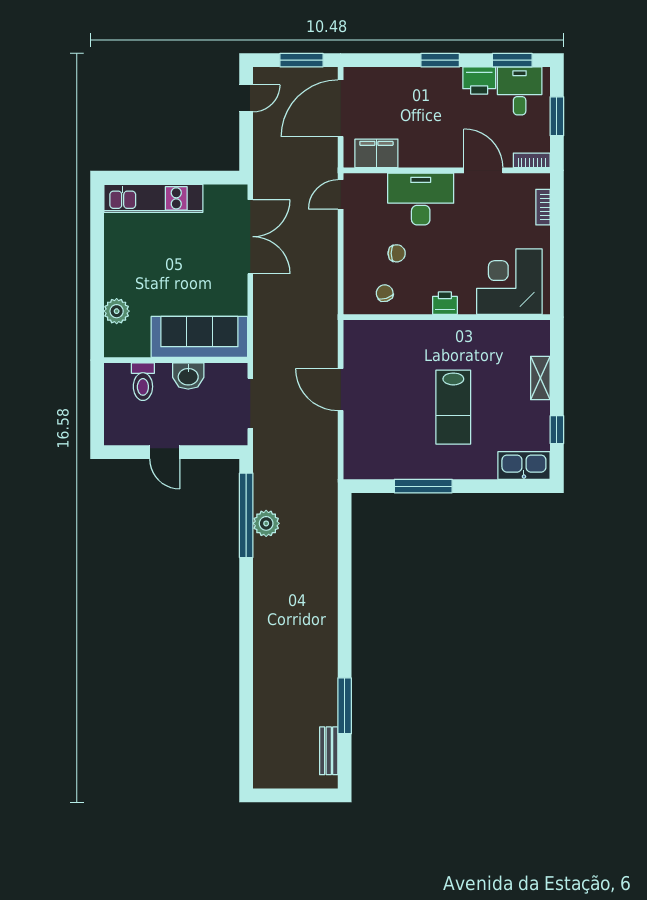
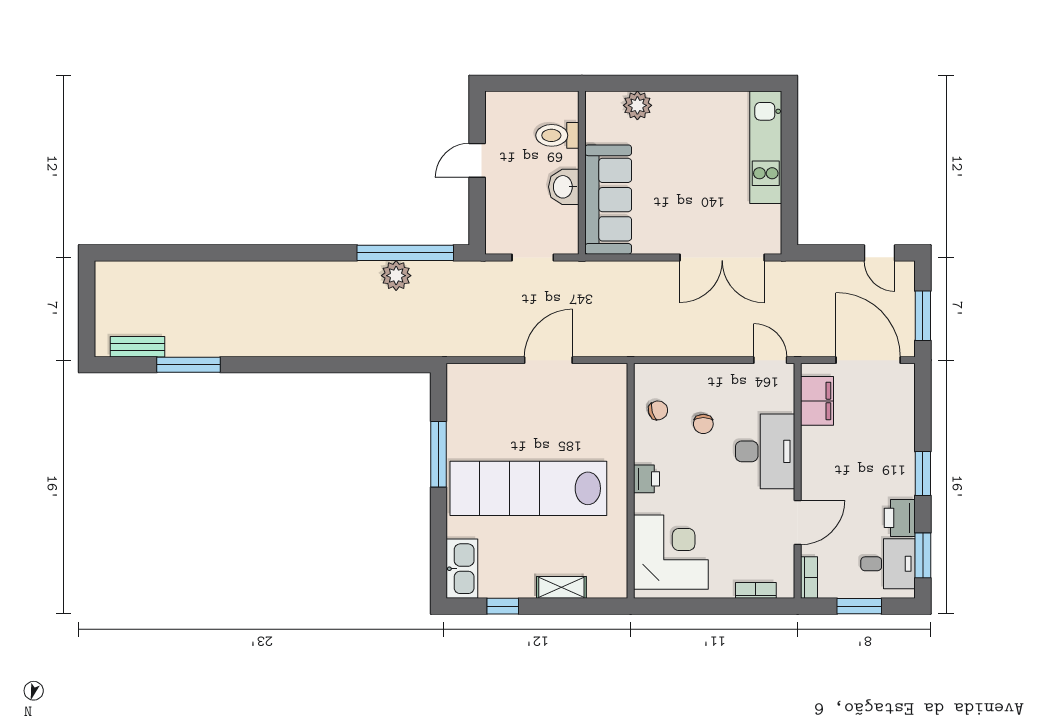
doorway: (250, 403) -> (533, 257), width x0.73
lab bench: (453, 407) -> (528, 488), width x1.86, depth x1.39

